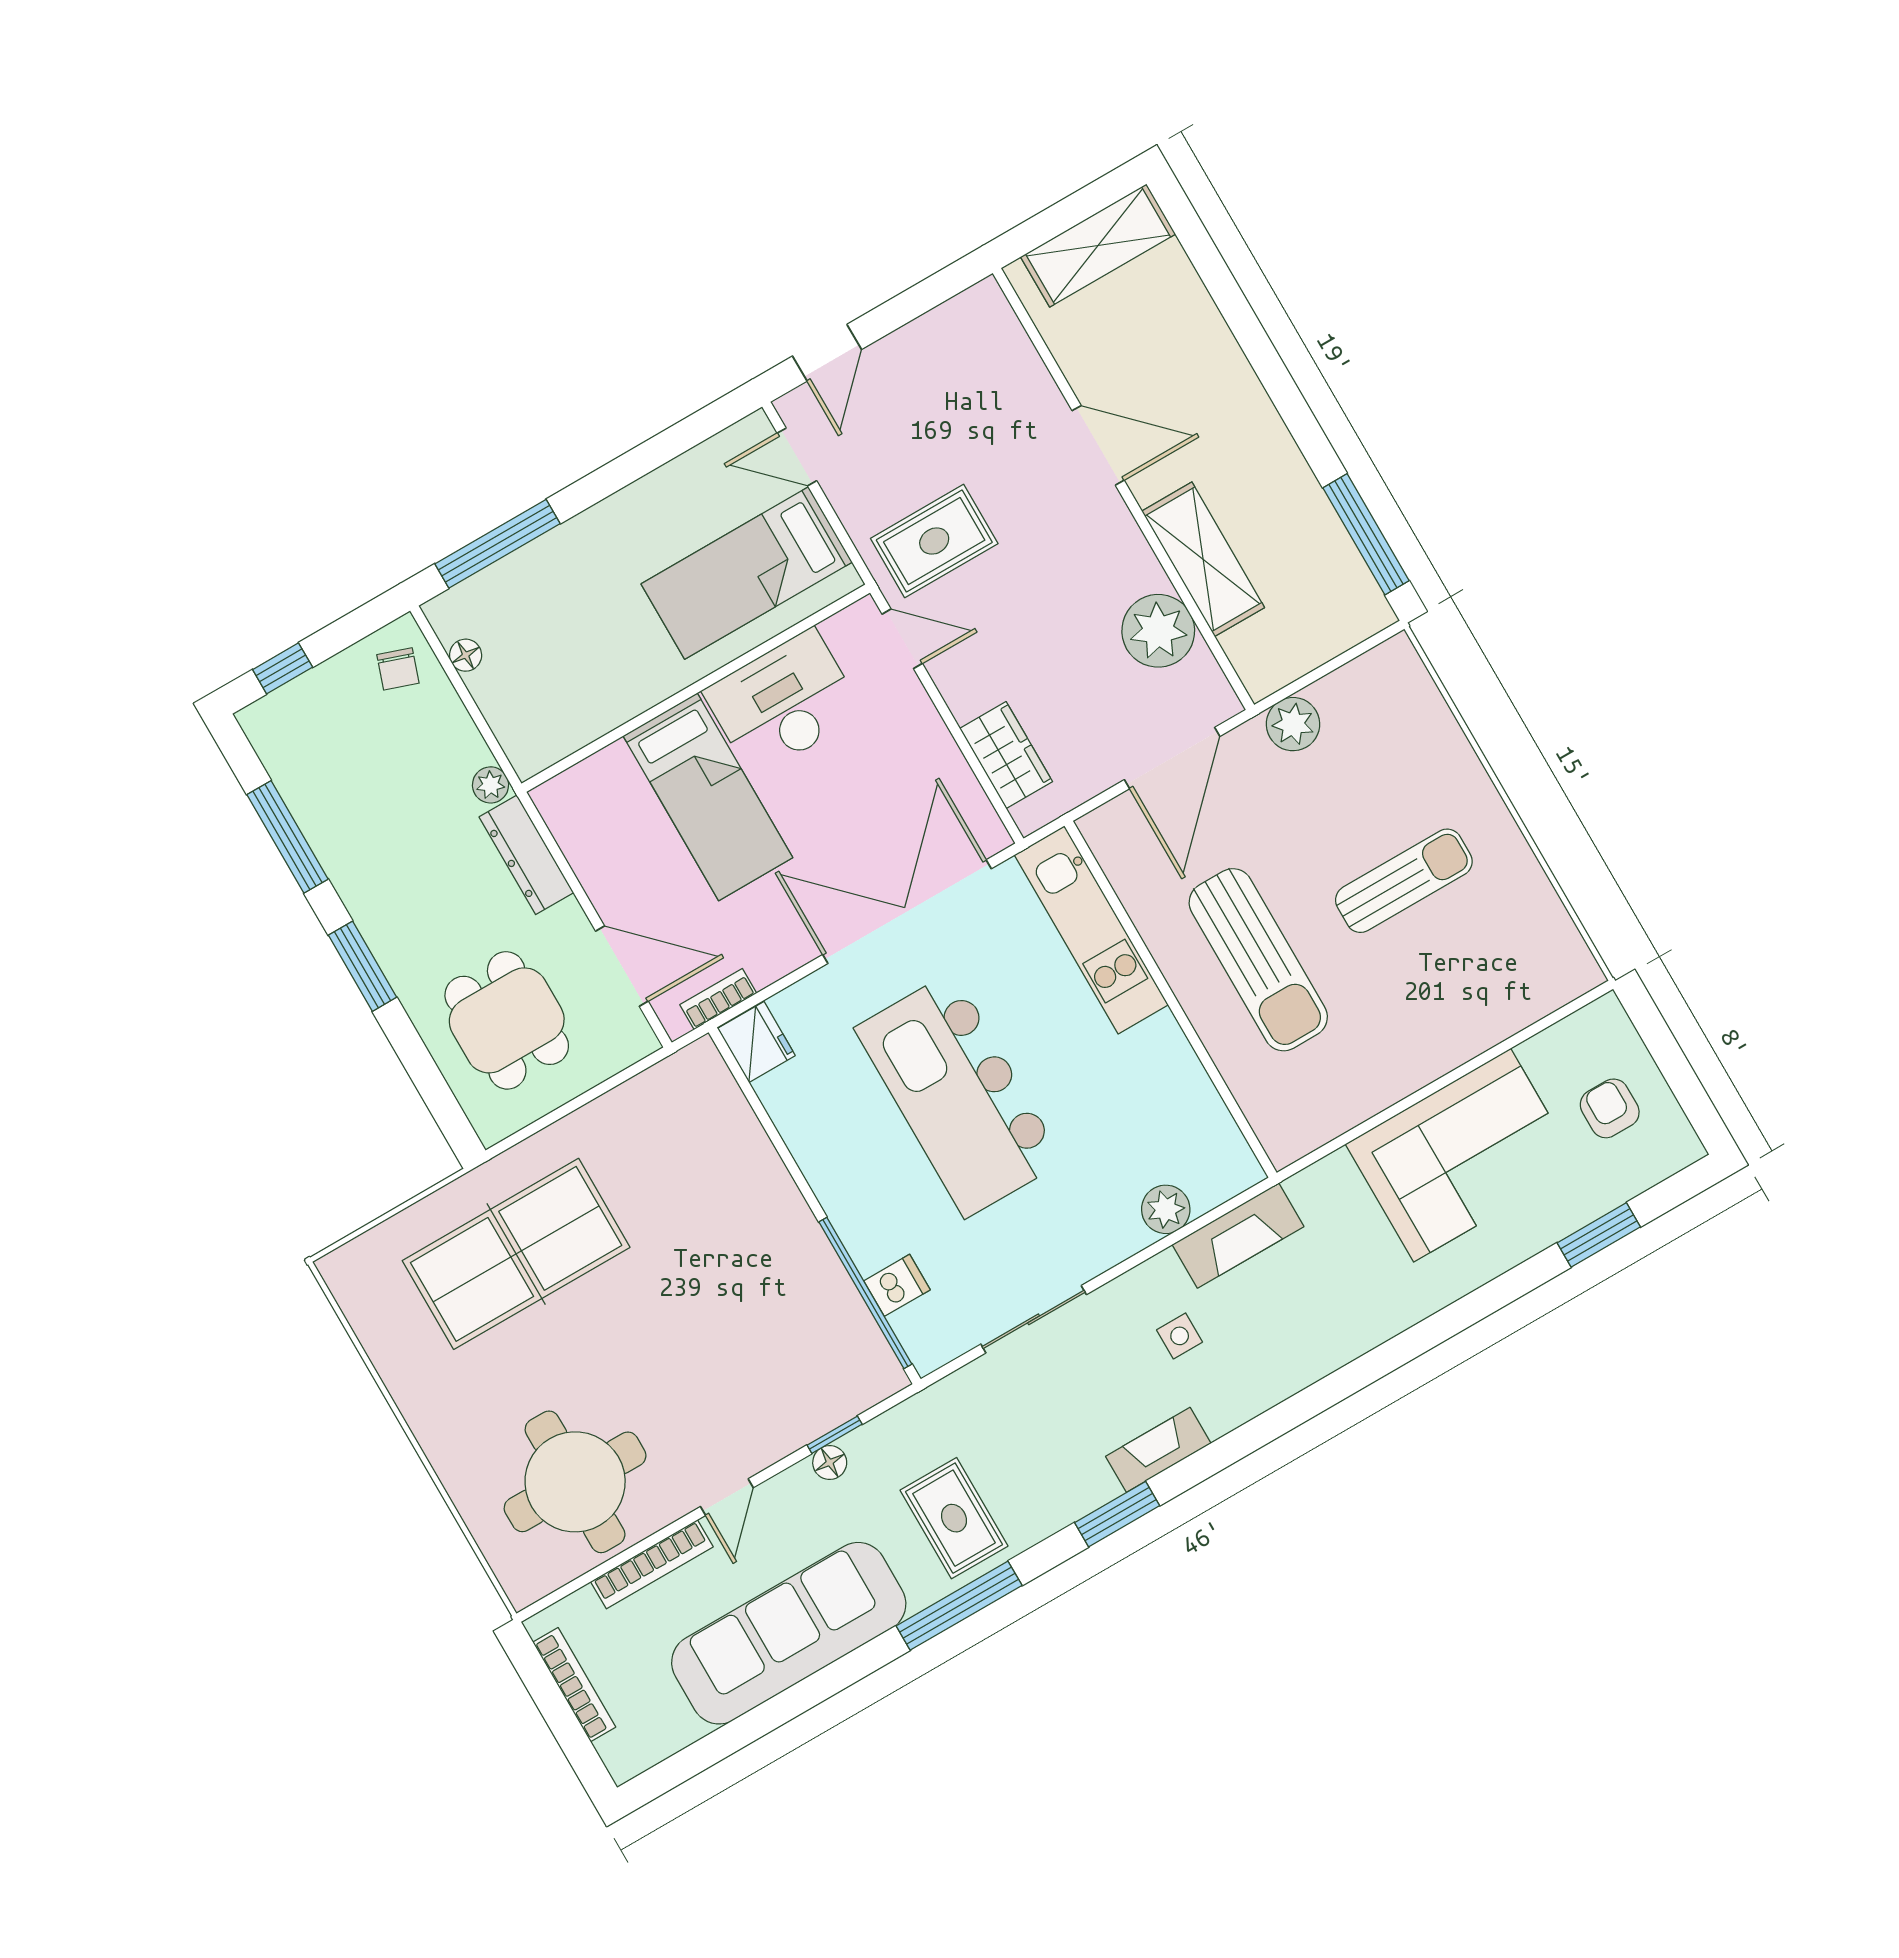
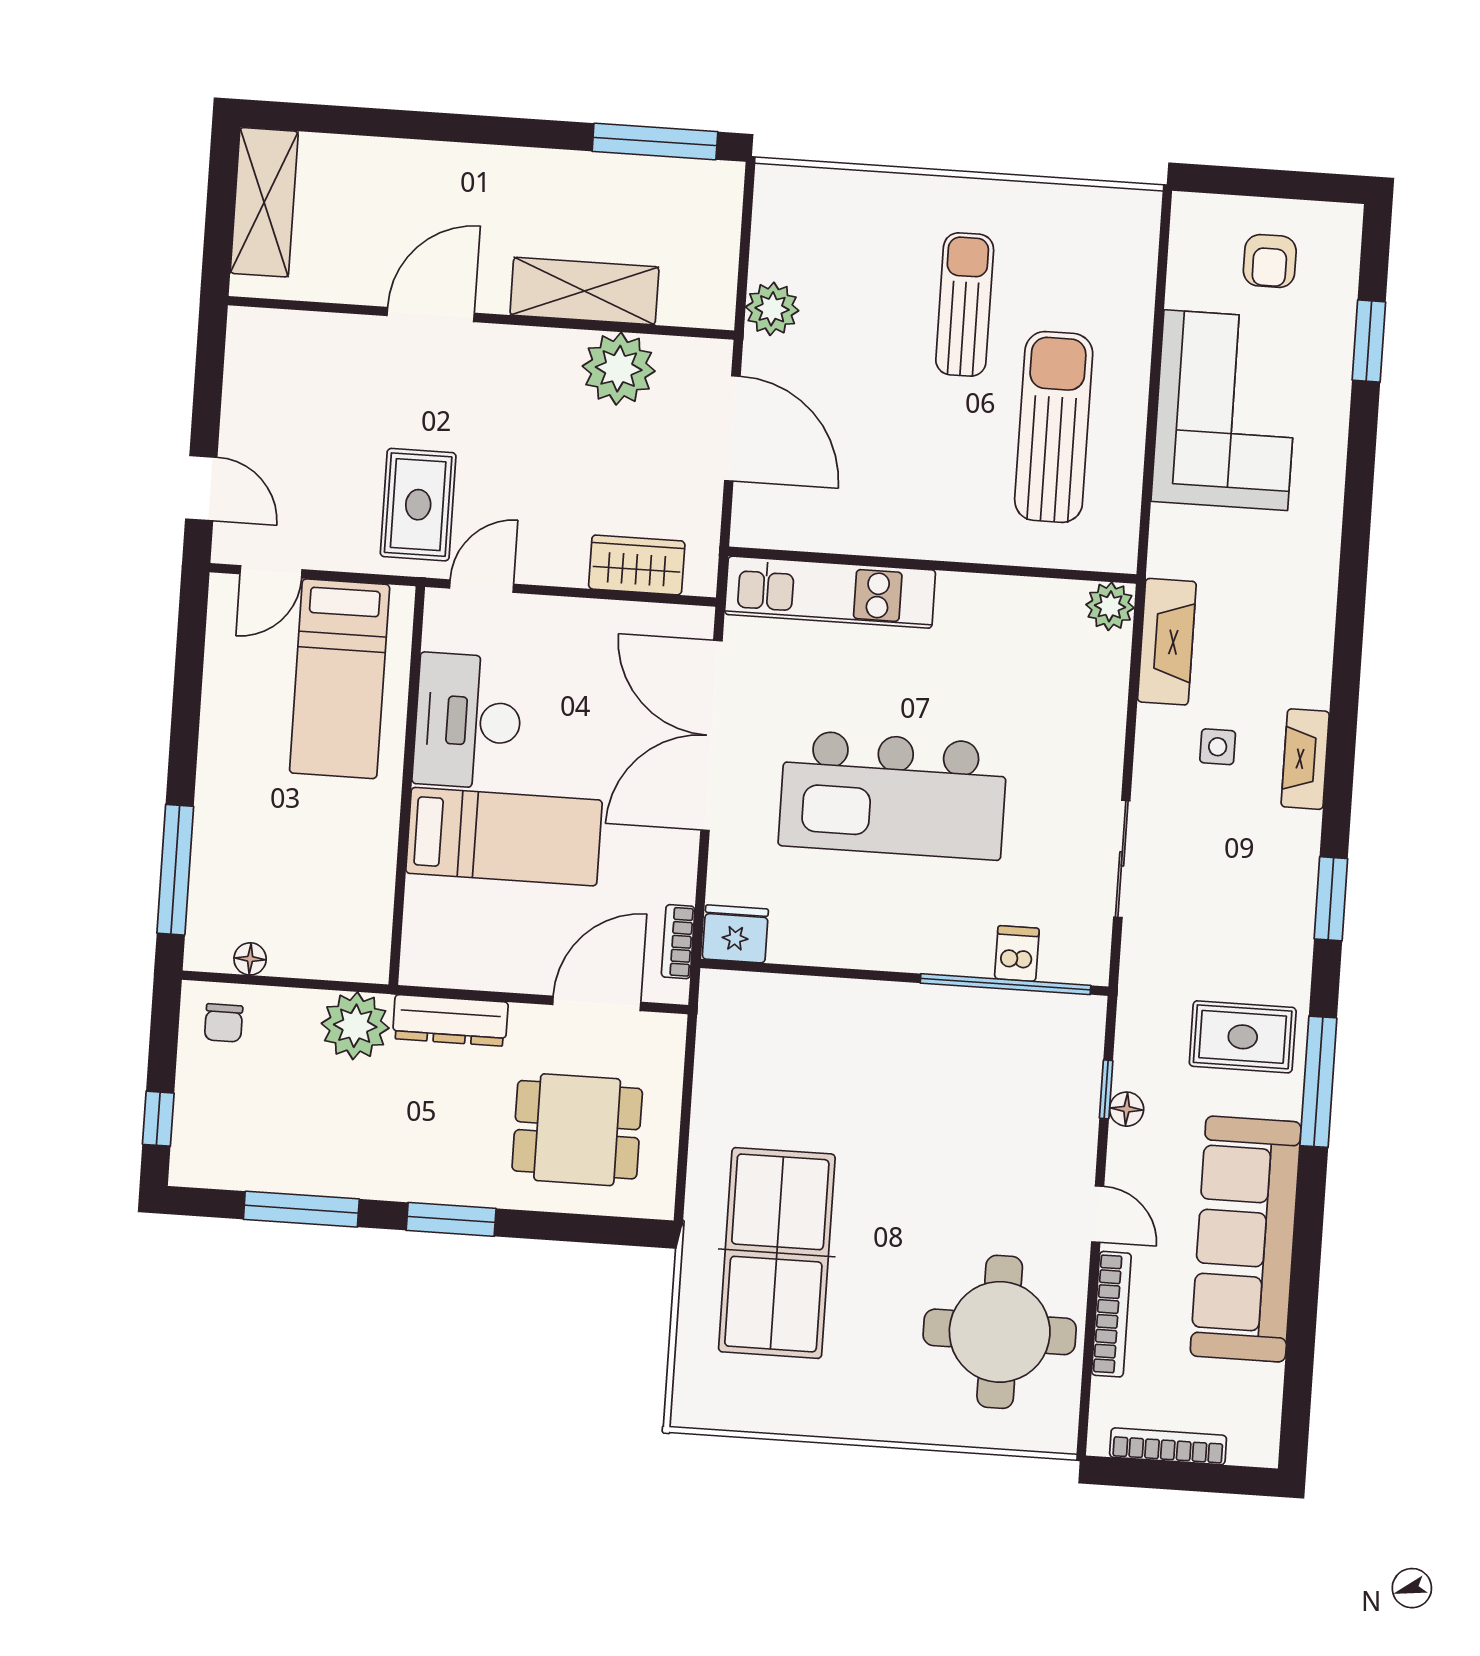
chair: (398, 669) -> (224, 1023), turned 71
plant: (491, 785) -> (355, 1026), width x1.87, depth x1.87
sun lounger: (1258, 960) -> (1054, 427), moved, turned -90
armchair: (1610, 1108) -> (1270, 261), turned -90
plant: (1166, 1209) -> (1110, 606), moved
fireplace: (1158, 1450) -> (1305, 759), moved

